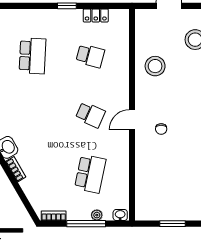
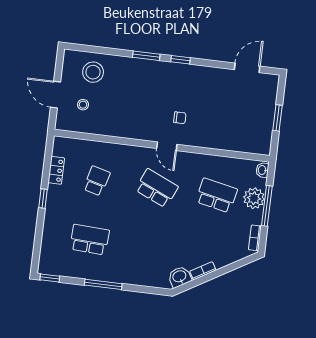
stool: (155, 66) -> (83, 105), moved, width x0.53, depth x0.53
school desk: (90, 115) -> (157, 188), width x1.85
plant: (97, 215) -> (254, 198), width x1.88, depth x1.88

